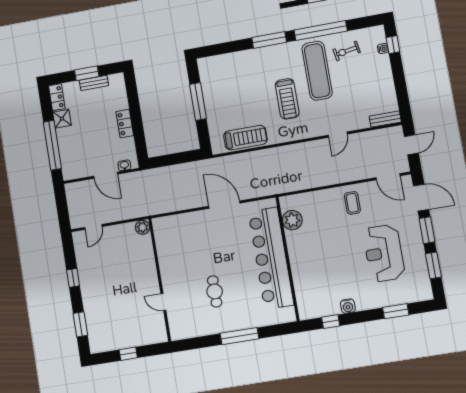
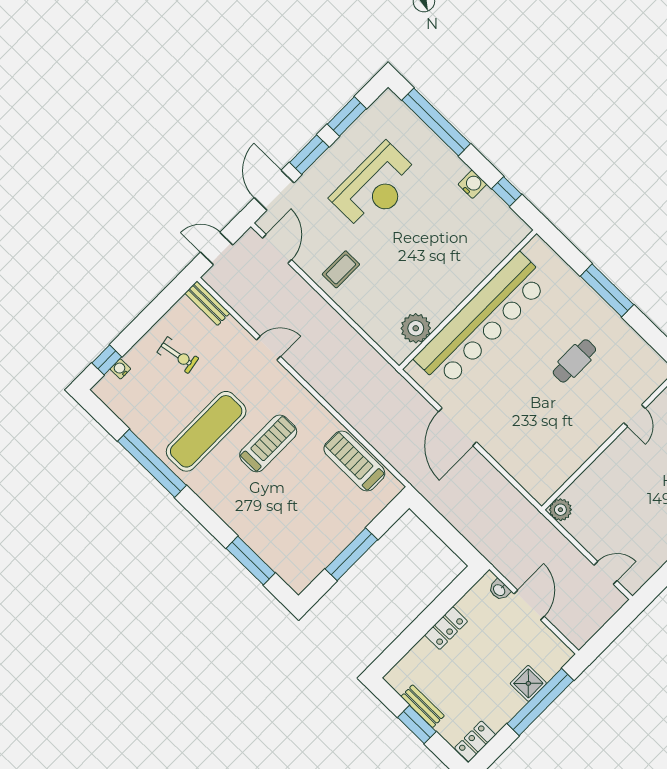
window: (269, 40) -> (251, 561), moved
exercise bike: (347, 51) -> (178, 355), moved
shower: (62, 119) -> (528, 683), moved
window: (396, 311) -> (436, 122), width x2.11

